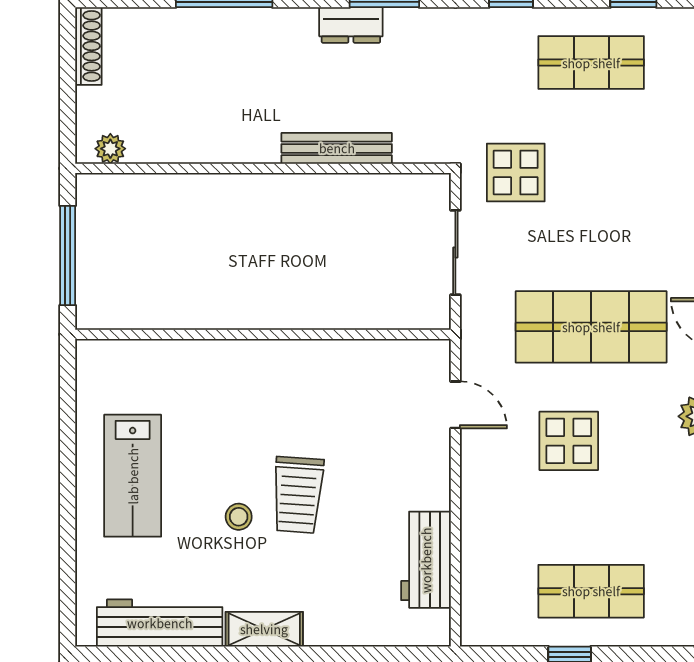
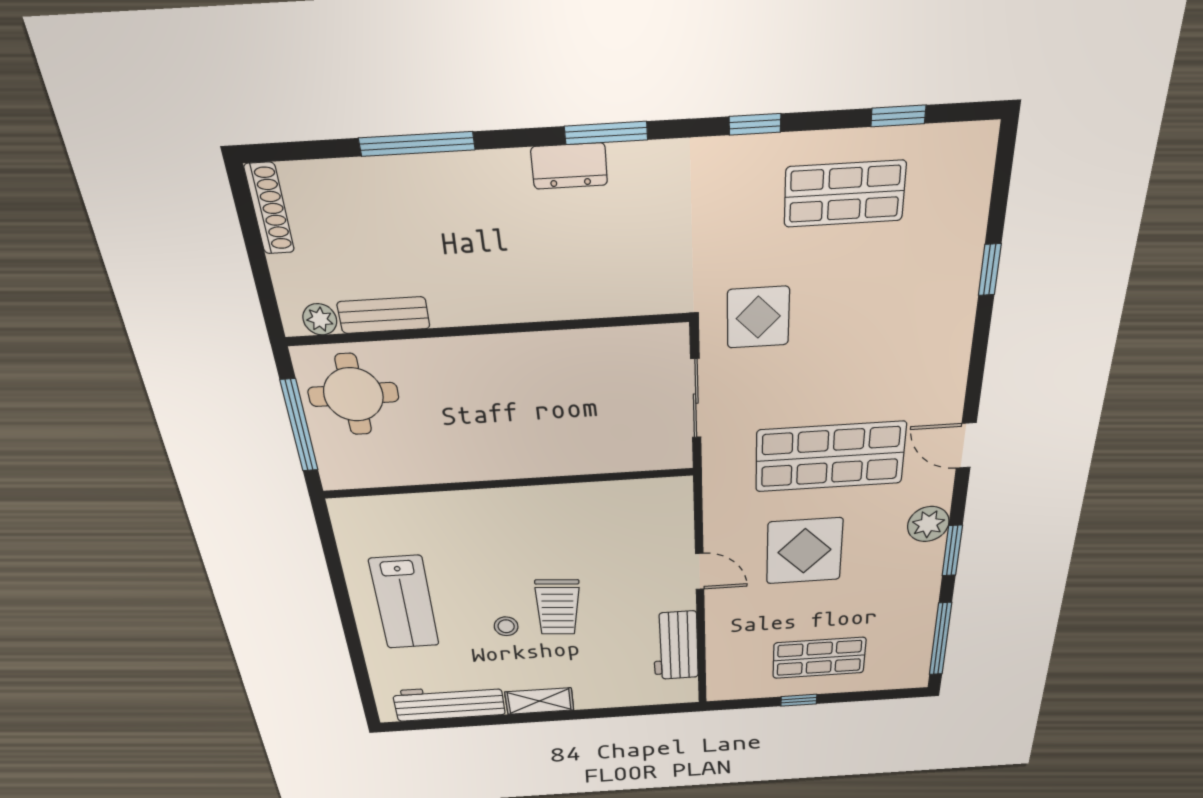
bench: (337, 148) -> (384, 315), moved, width x0.73
round table: (126, 226) -> (353, 395), added
door: (455, 405) -> (700, 571), moved
display table: (569, 441) -> (804, 551), width x1.36, depth x1.36

